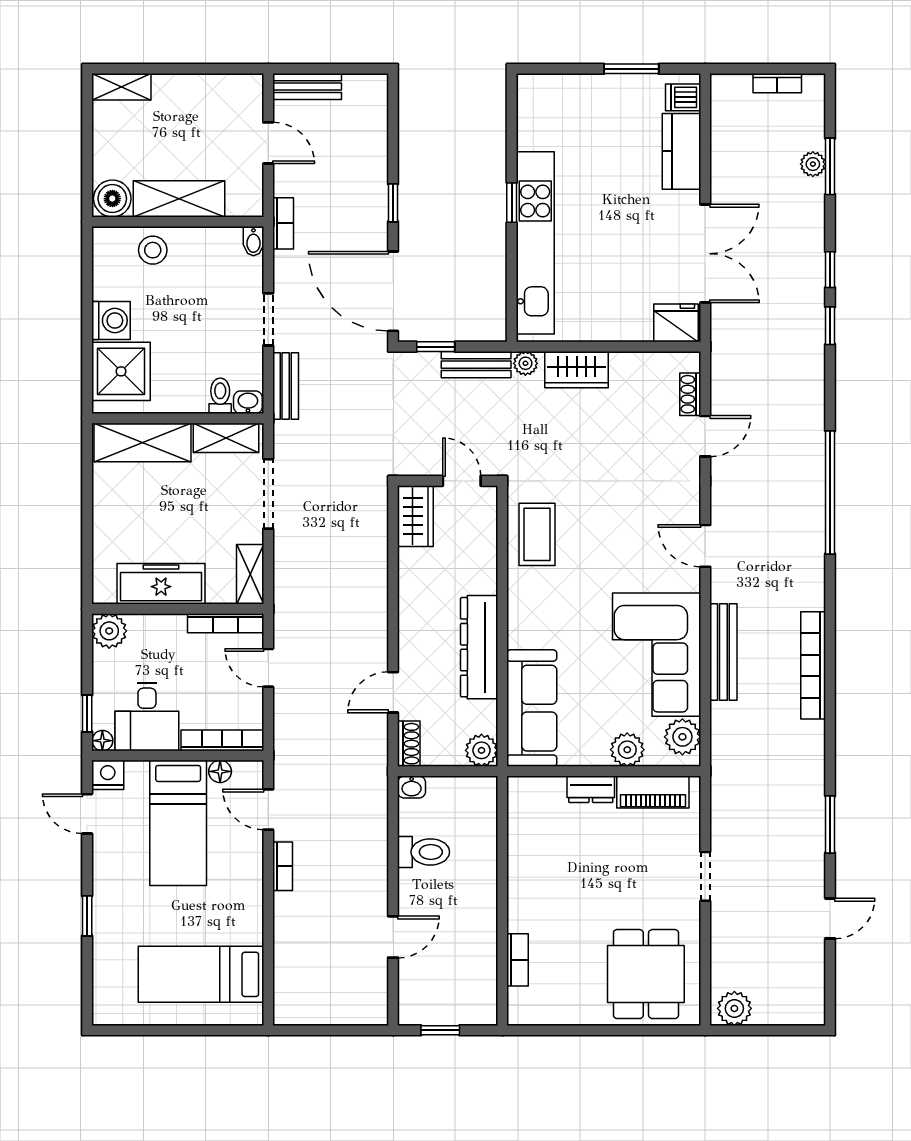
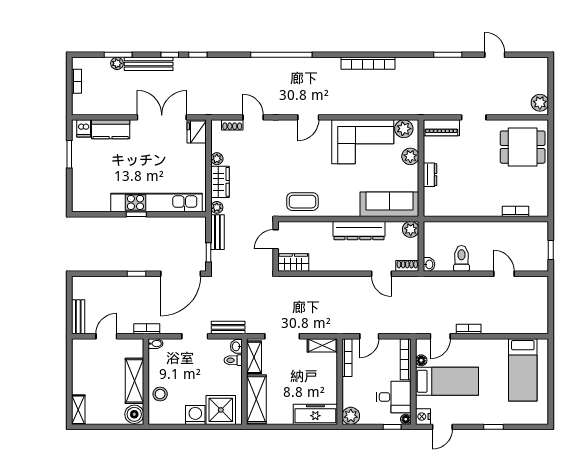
plant: (623, 363) -> (217, 159), added
freezer: (161, 584) -> (315, 414), moved, turned 90
bench: (723, 652) -> (149, 64), moved
piano: (653, 792) -> (441, 128), moved, turned 90

